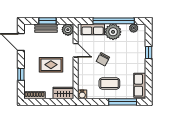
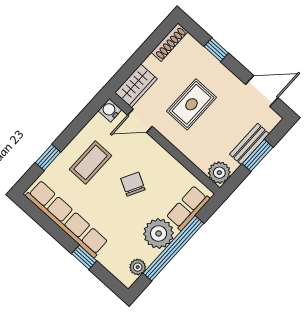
door: (76, 50) -> (140, 121), moved
row of seats: (140, 85) -> (67, 219), width x2.02
window: (123, 102) -> (48, 157), width x0.46

